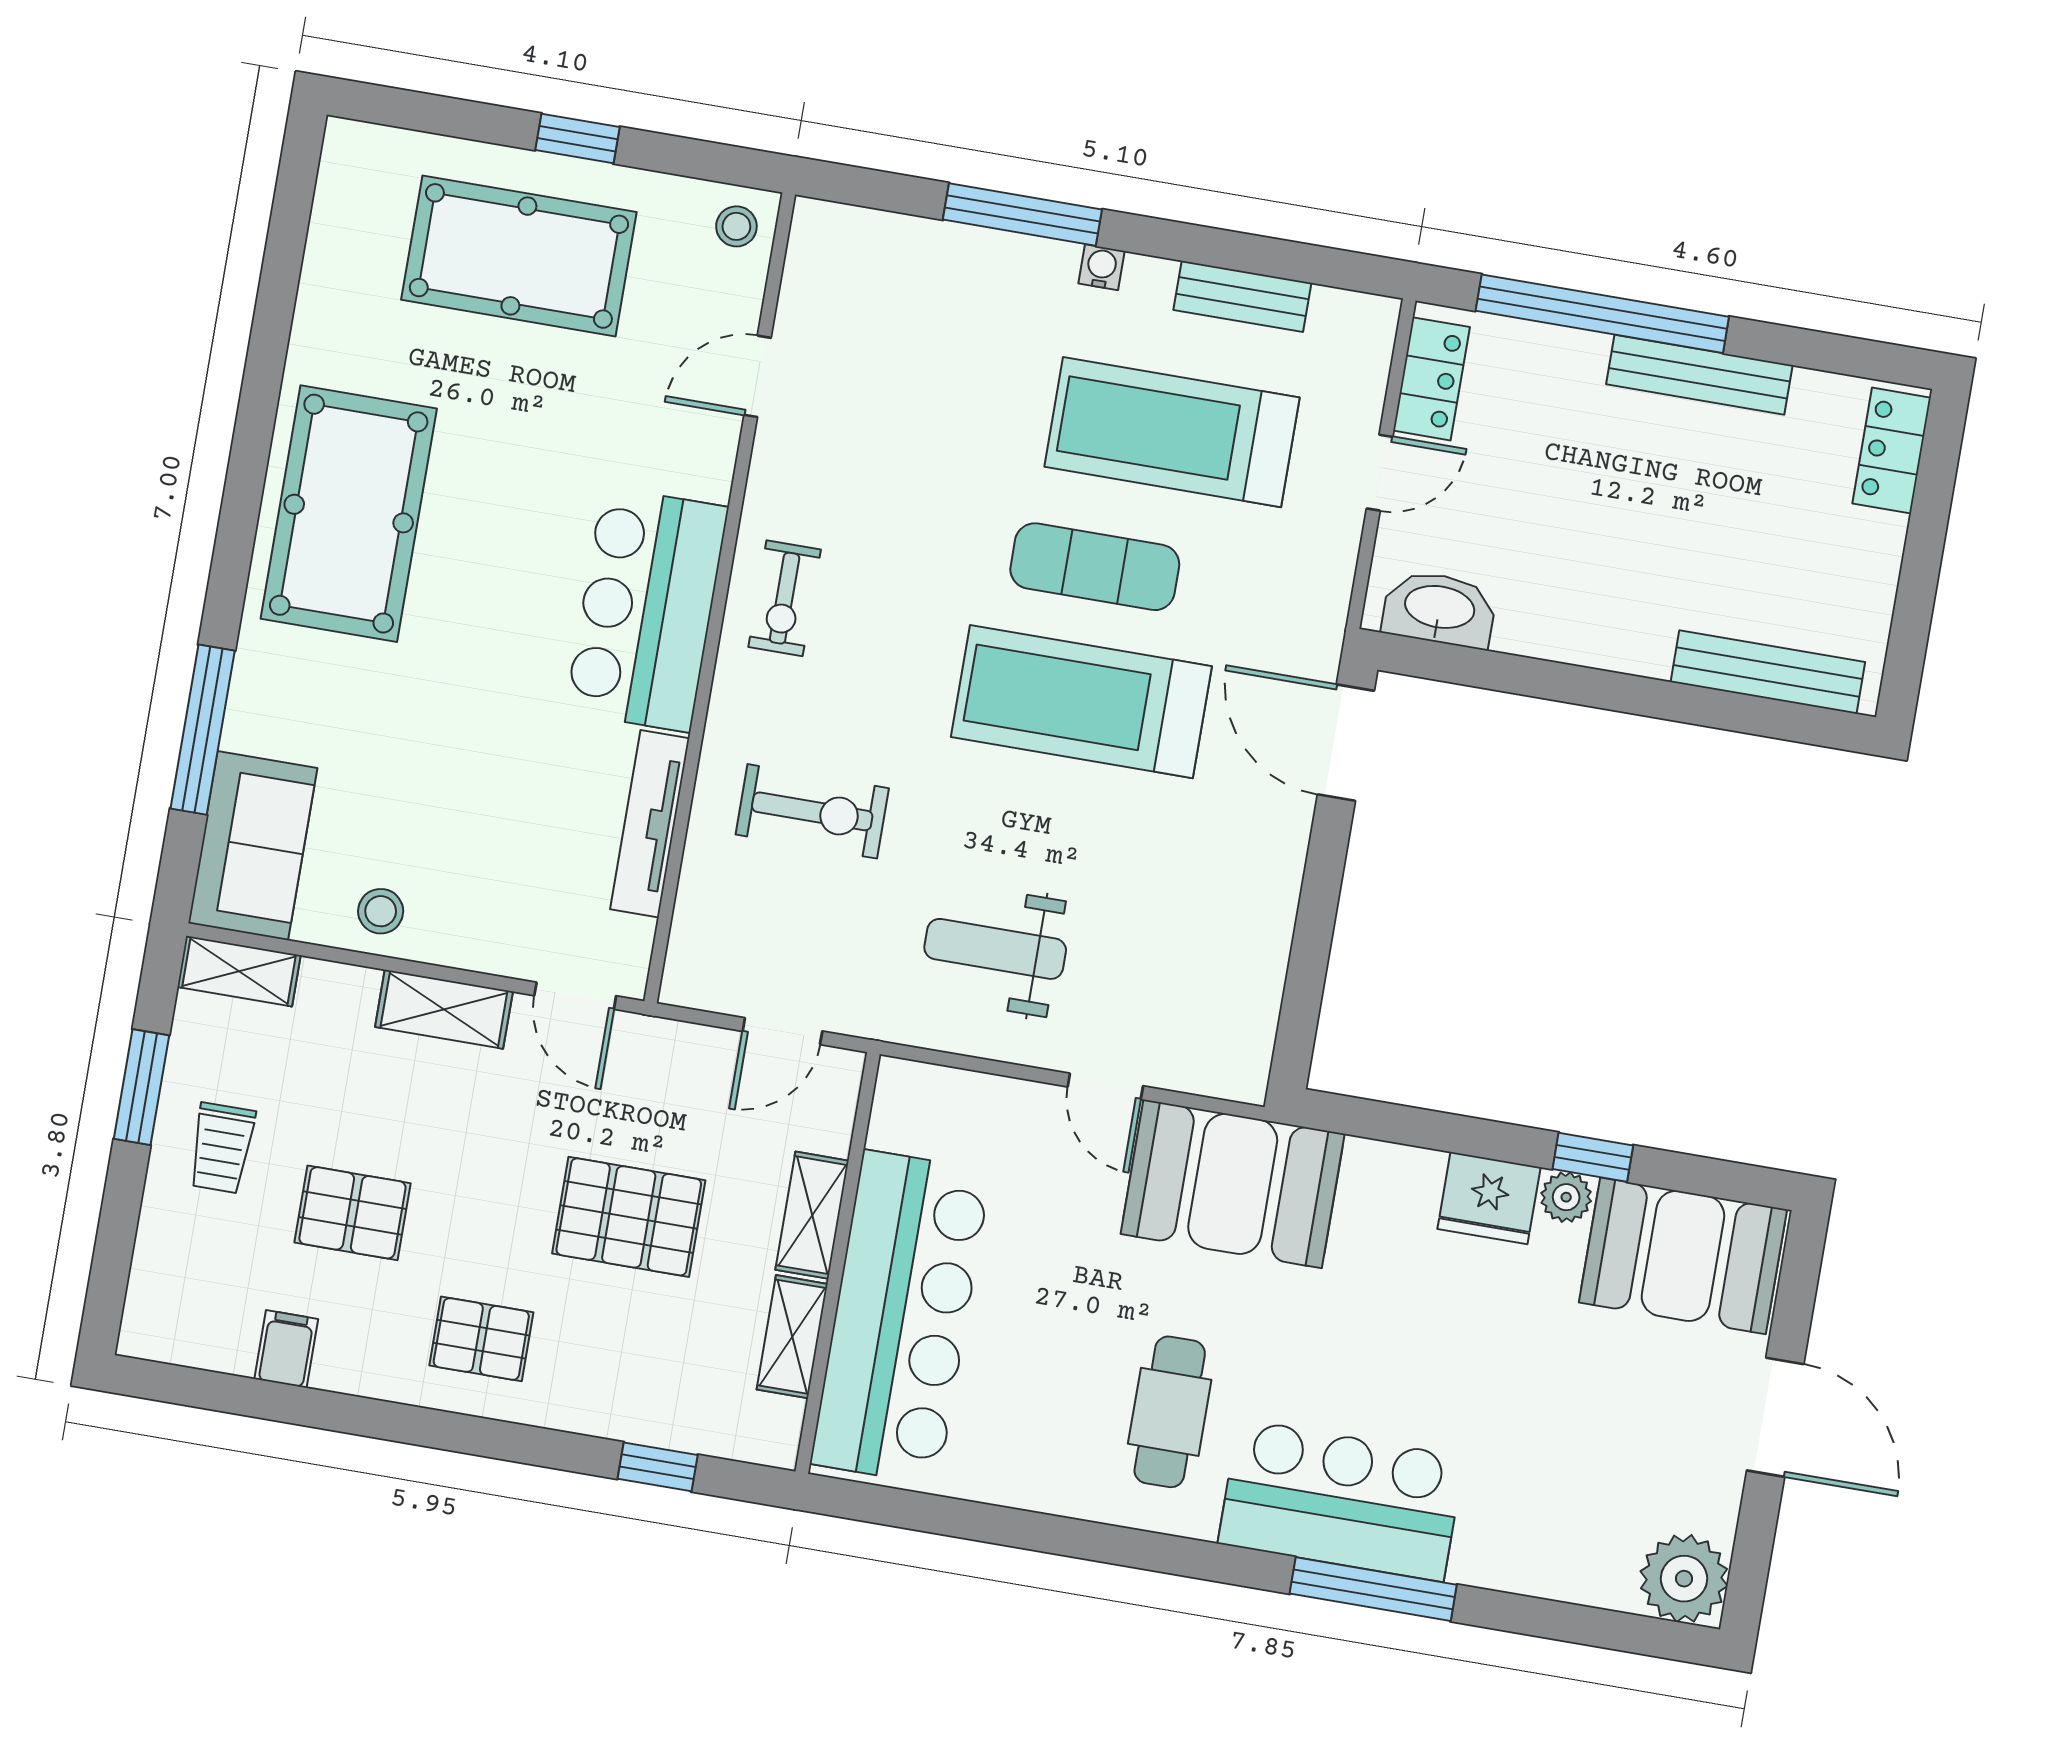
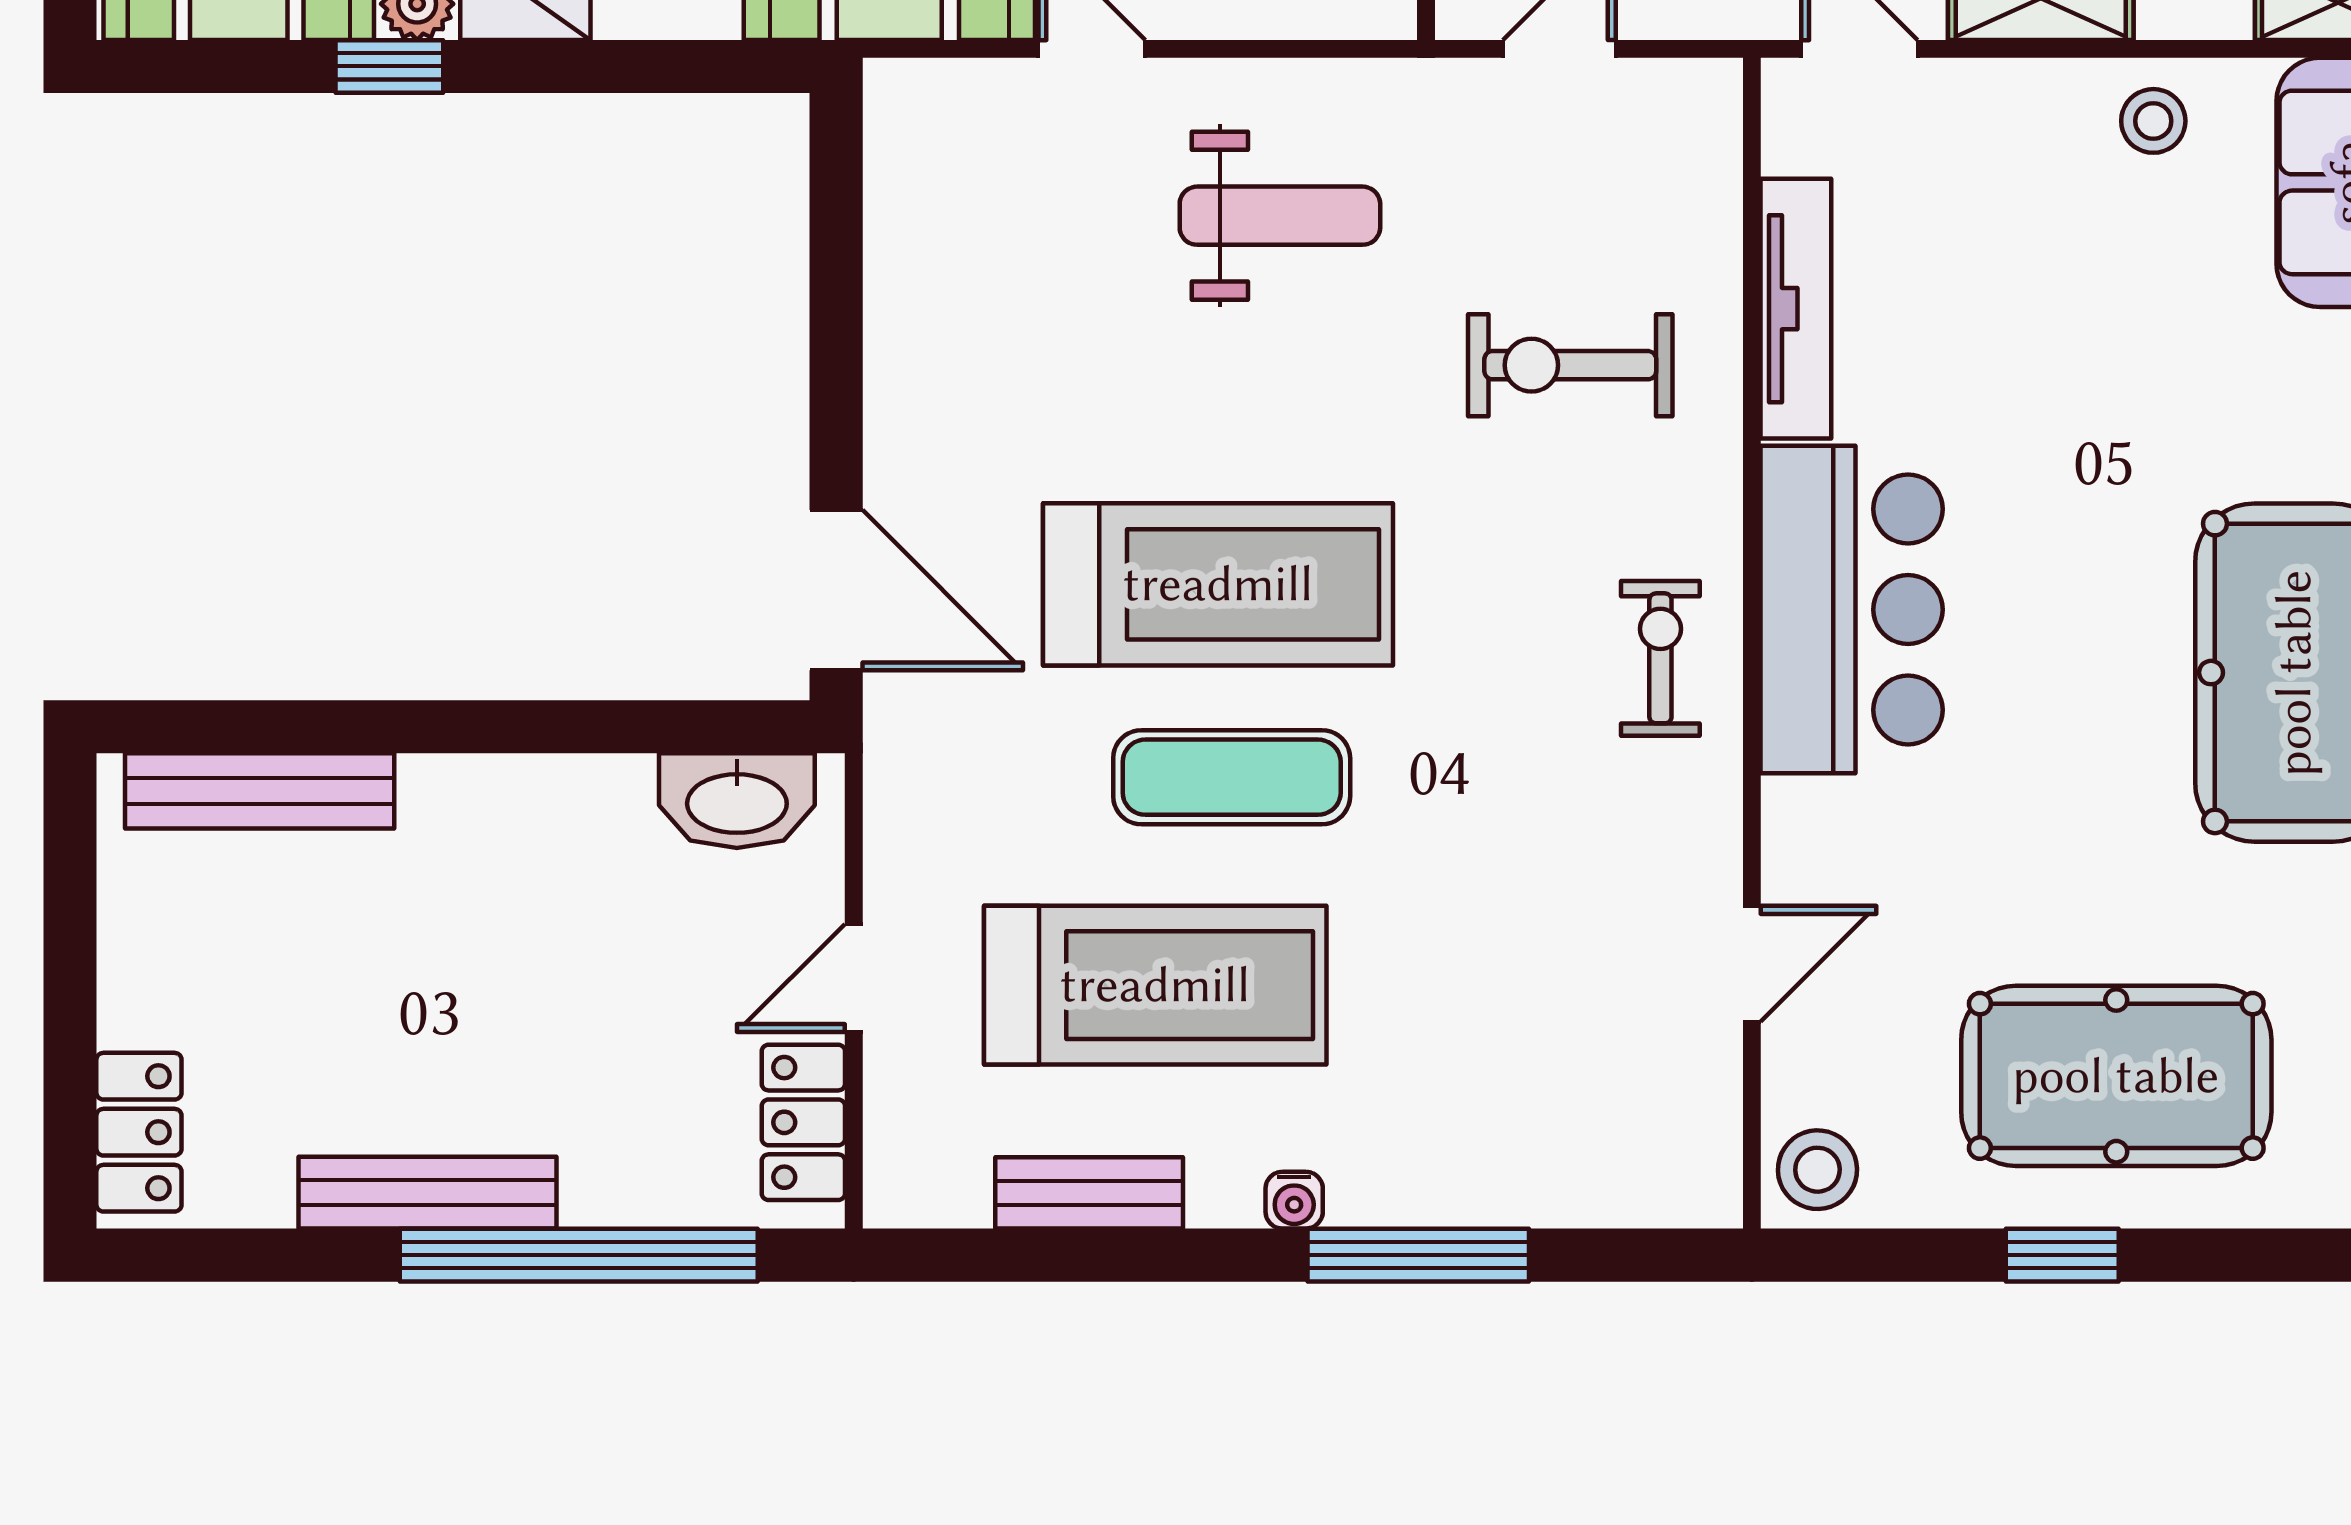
stool: (736, 226) -> (1817, 1170), width x1.37, depth x1.37

